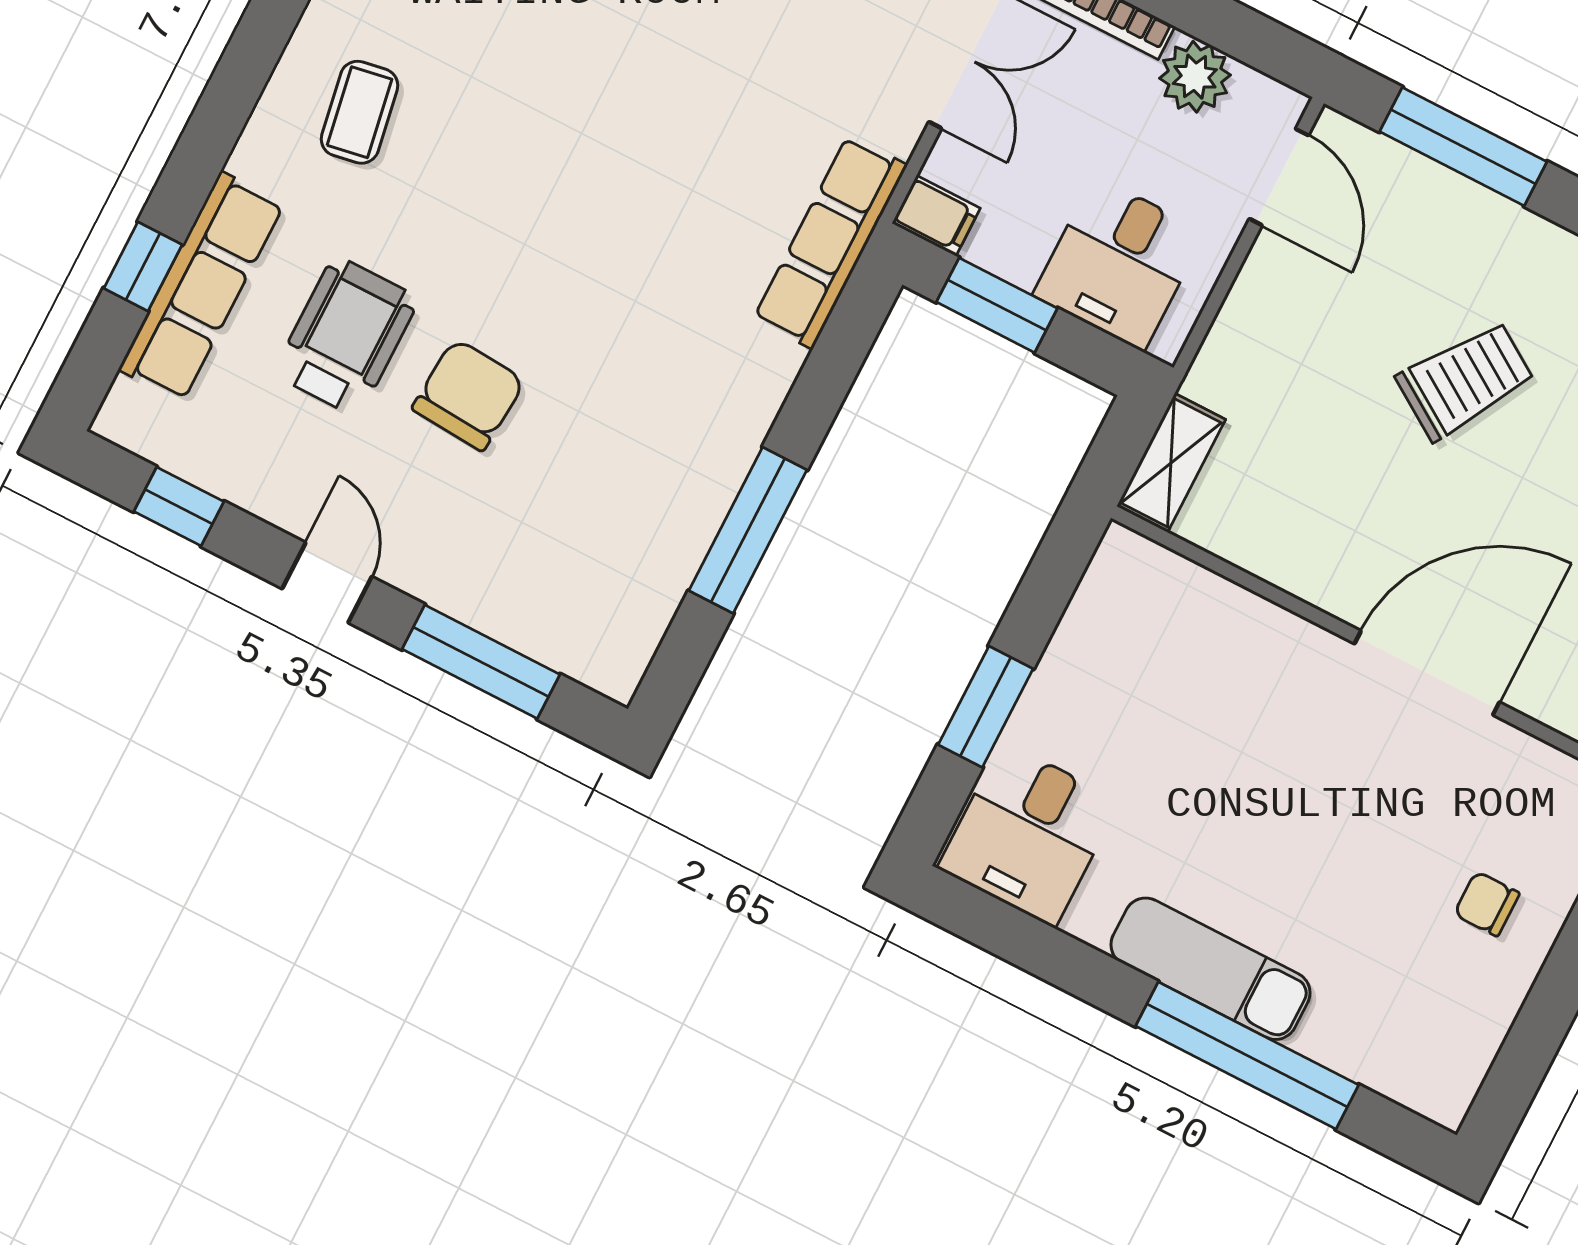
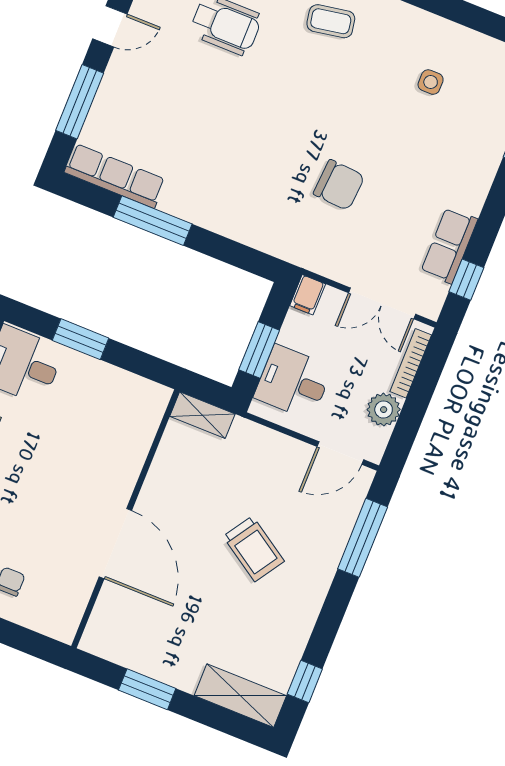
row of seats: (830, 242) -> (115, 176), moved
window: (997, 305) -> (259, 350), moved
chair: (469, 395) -> (339, 185), moved

